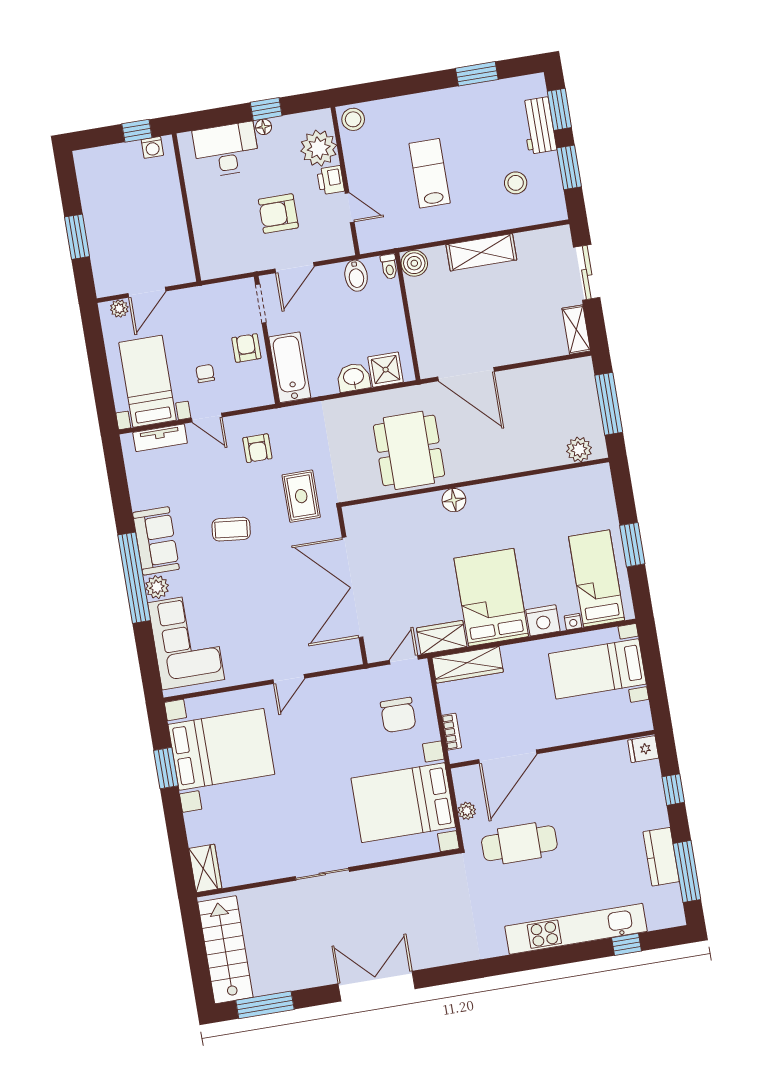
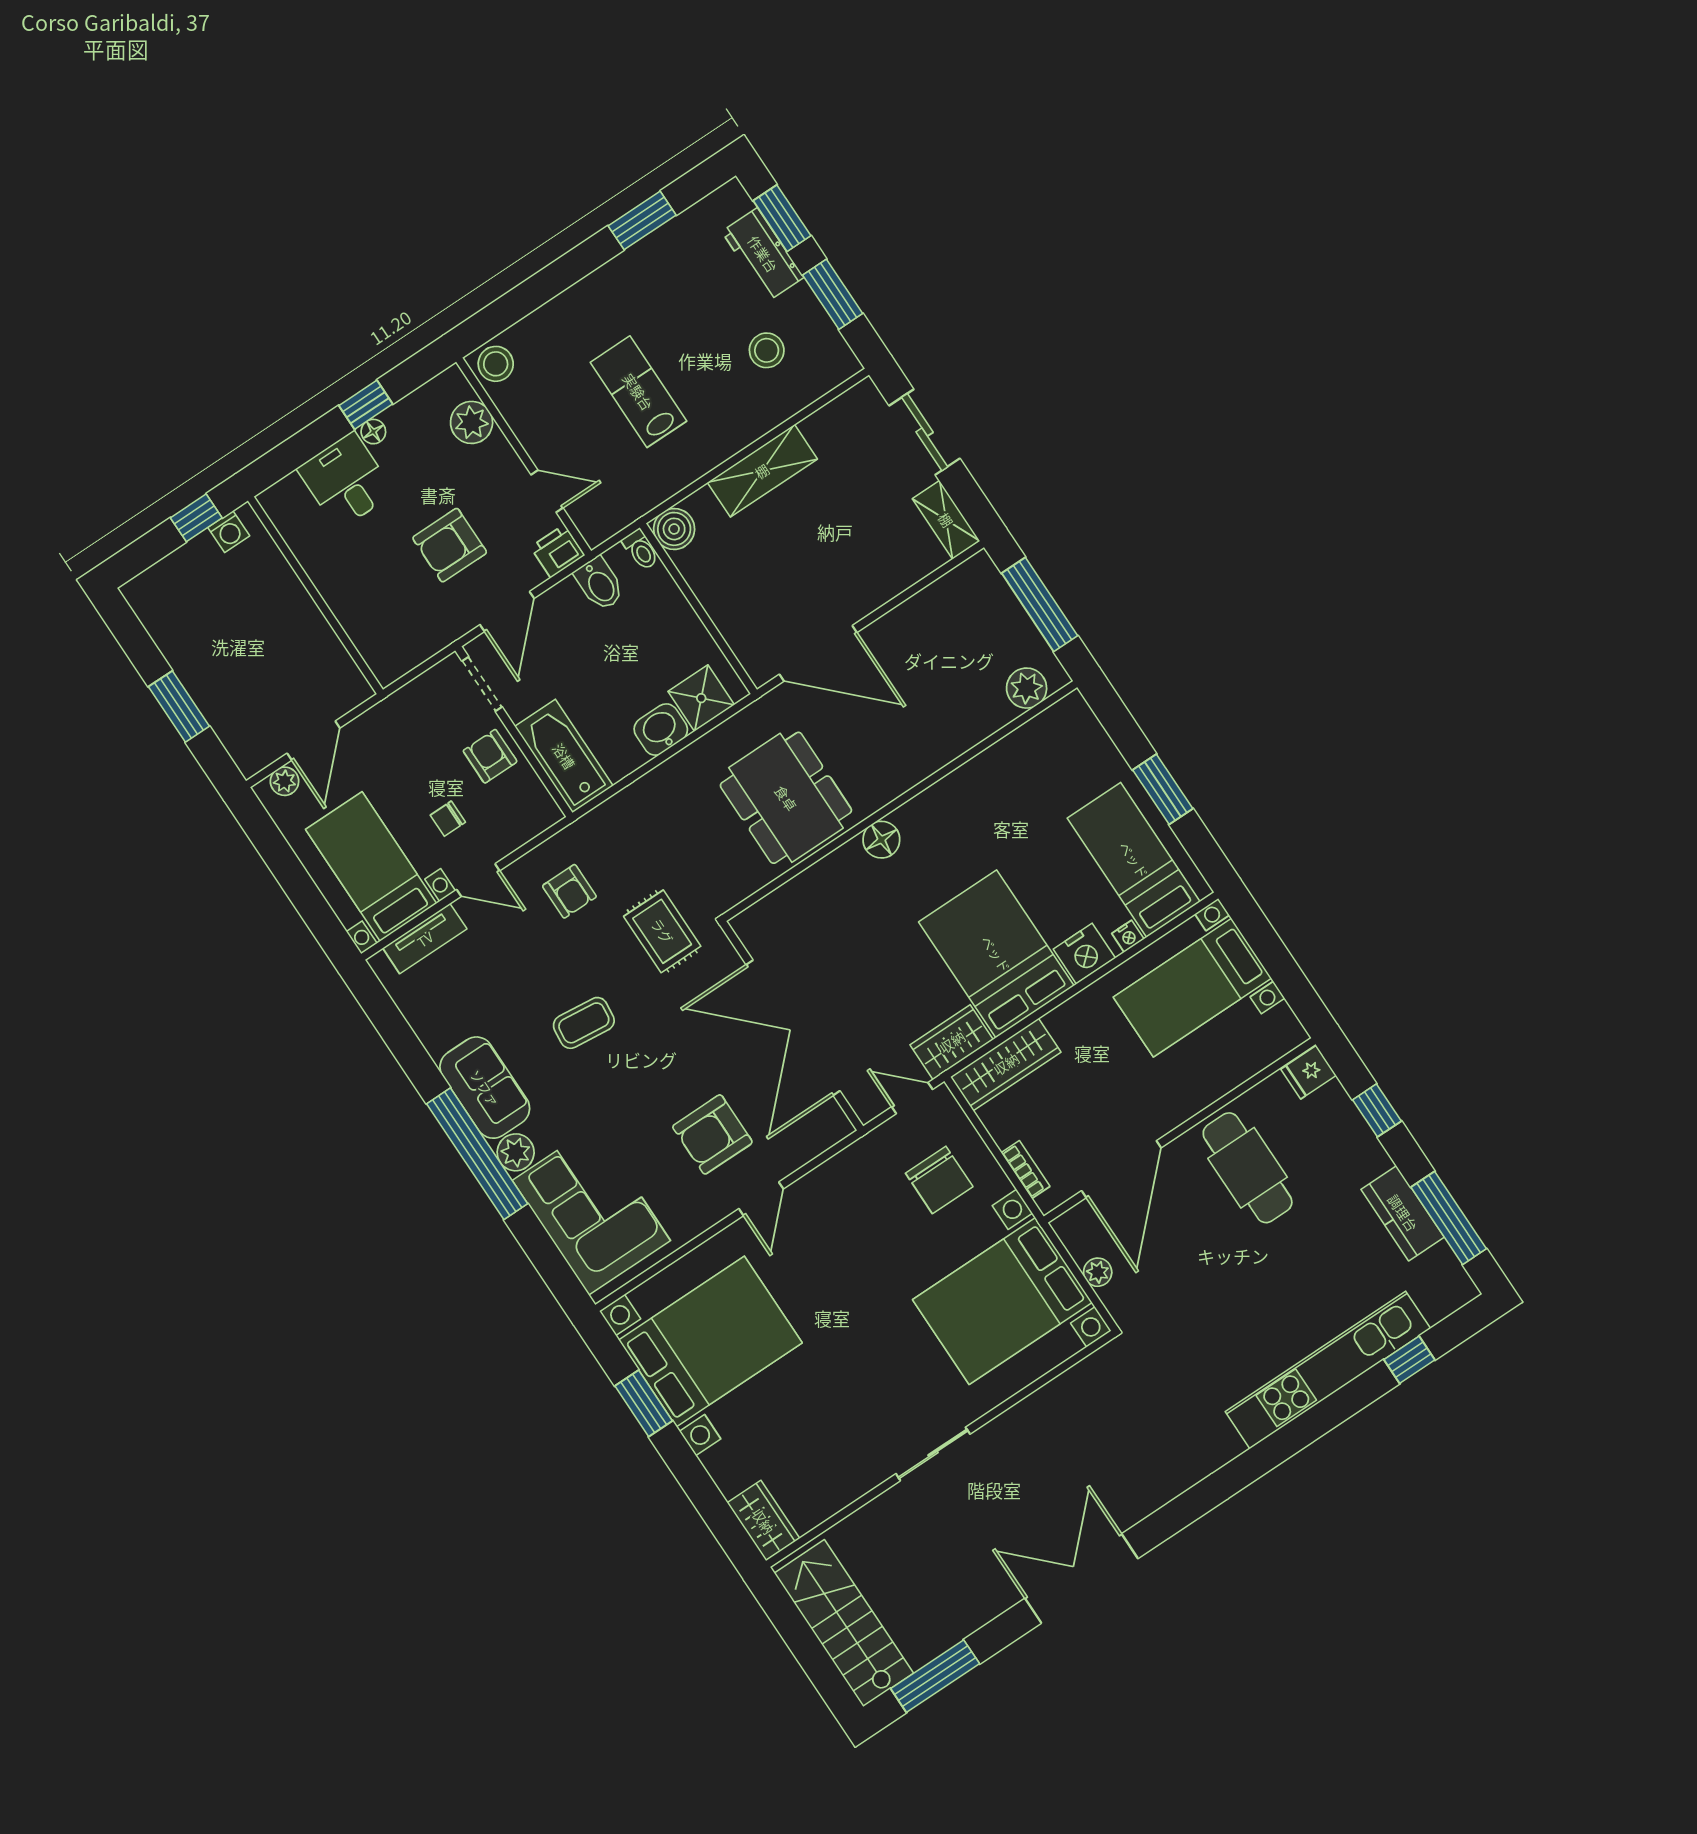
plant: (319, 148) -> (472, 422), width x0.73, depth x0.73
desk: (226, 150) -> (346, 481), width x0.73
printer: (331, 180) -> (557, 551), moved, turned 90
chair: (205, 374) -> (448, 819), turned -90
armchair: (277, 628) -> (712, 1134), added
door: (404, 660) -> (912, 1098), hinge flipped
cafe table: (519, 843) -> (1248, 1168), moved, turned 90

